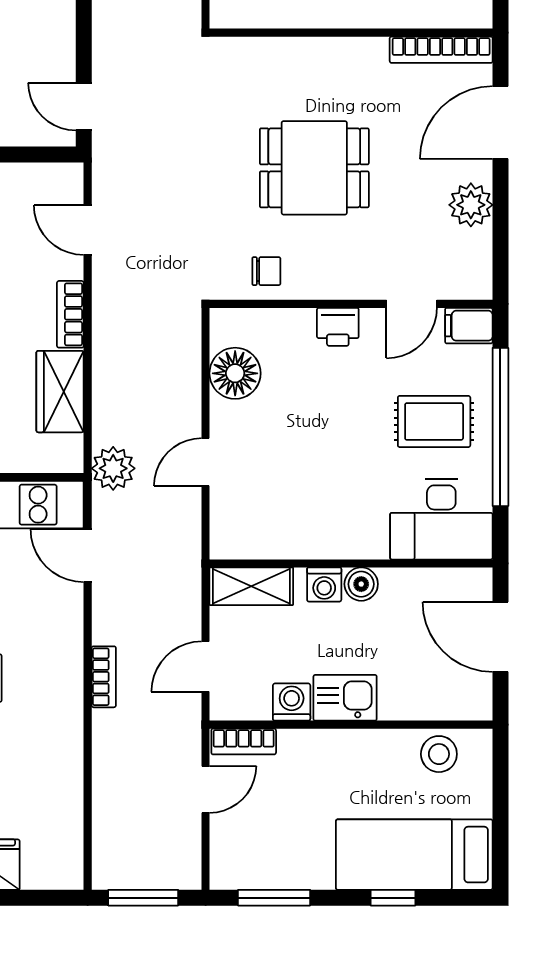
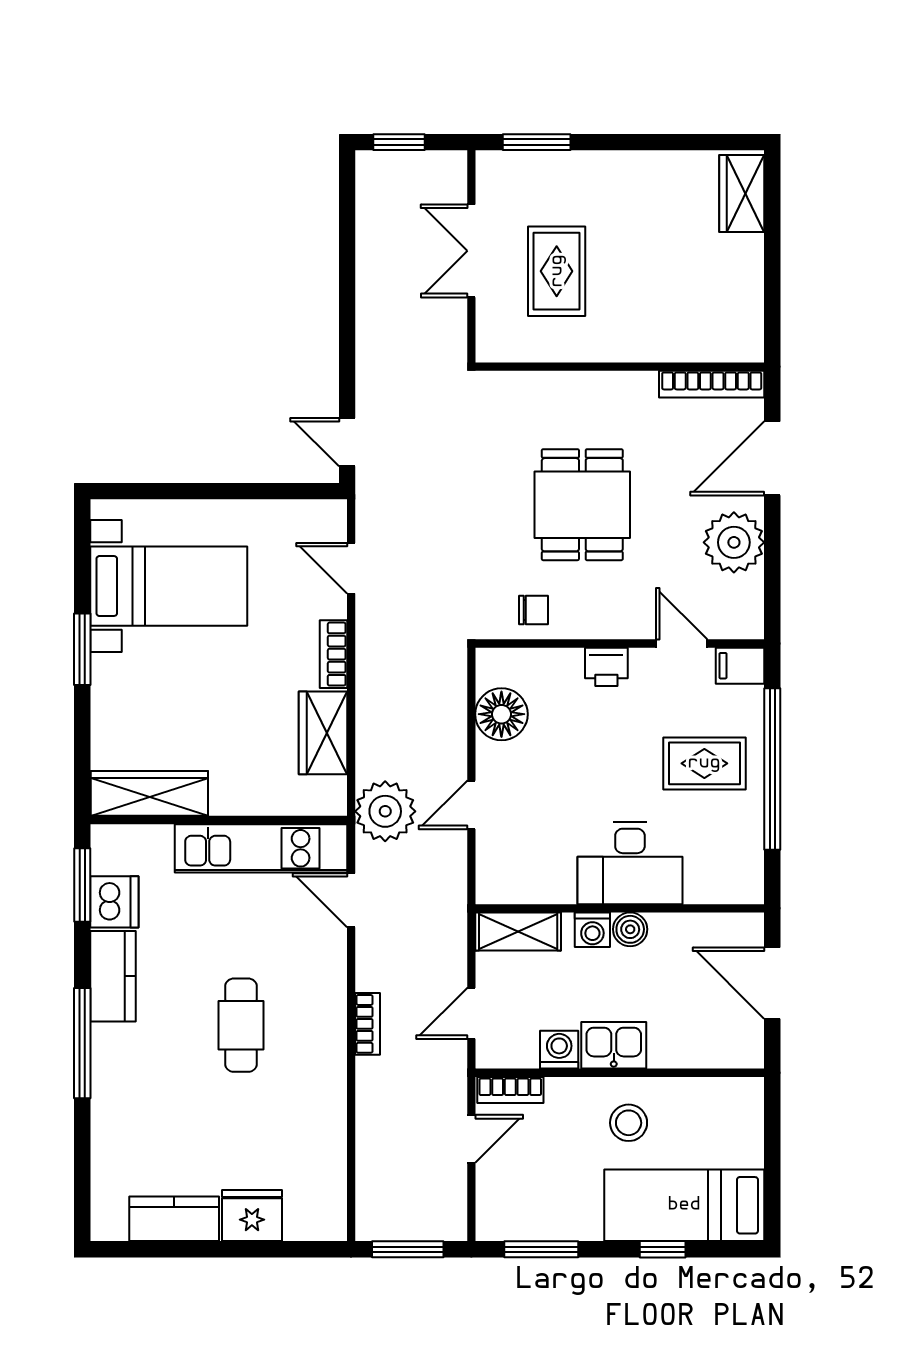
dining table: (314, 168) -> (582, 505), turned 90
plant: (471, 205) -> (734, 542), width x1.36, depth x1.36
door: (412, 304) -> (682, 643), swing flipped
plant: (113, 468) -> (385, 811), width x1.36, depth x1.36
desk: (441, 519) -> (630, 863), moved
stool: (439, 754) -> (629, 1123), moved

